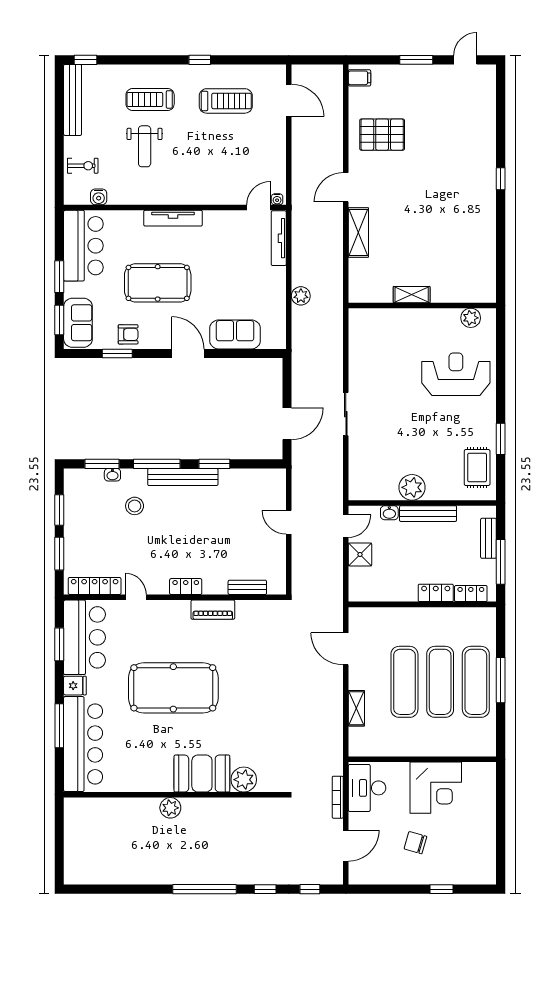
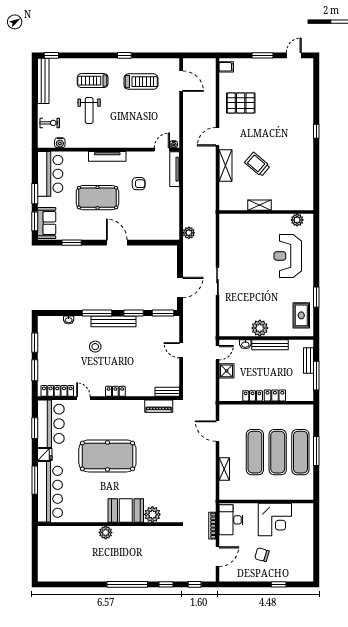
trolley: (408, 231) -> (257, 164), added
plant: (301, 296) -> (189, 233), moved
armchair: (128, 334) -> (139, 184), moved
sofa: (235, 334) -> (147, 231), removed
reception desk: (456, 374) -> (288, 256), turned -90
window: (102, 464) -> (163, 313), moved
stool: (135, 506) -> (95, 347), moved
bench: (247, 587) -> (167, 392), moved
locker: (471, 594) -> (253, 396), moved
piano: (213, 610) -> (159, 406), moved

